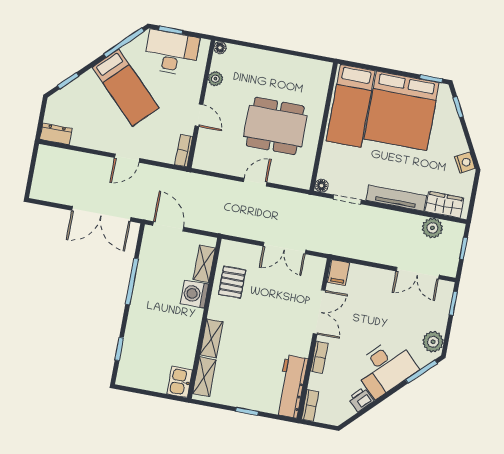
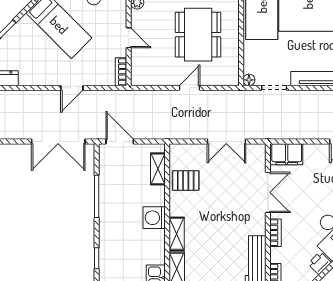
dining table: (275, 126) -> (198, 35), turned 90
filing cabinet: (339, 273) -> (287, 154), width x2.00
pallet: (232, 282) -> (186, 180), turned 90
washing machine: (194, 294) -> (154, 218), moved

